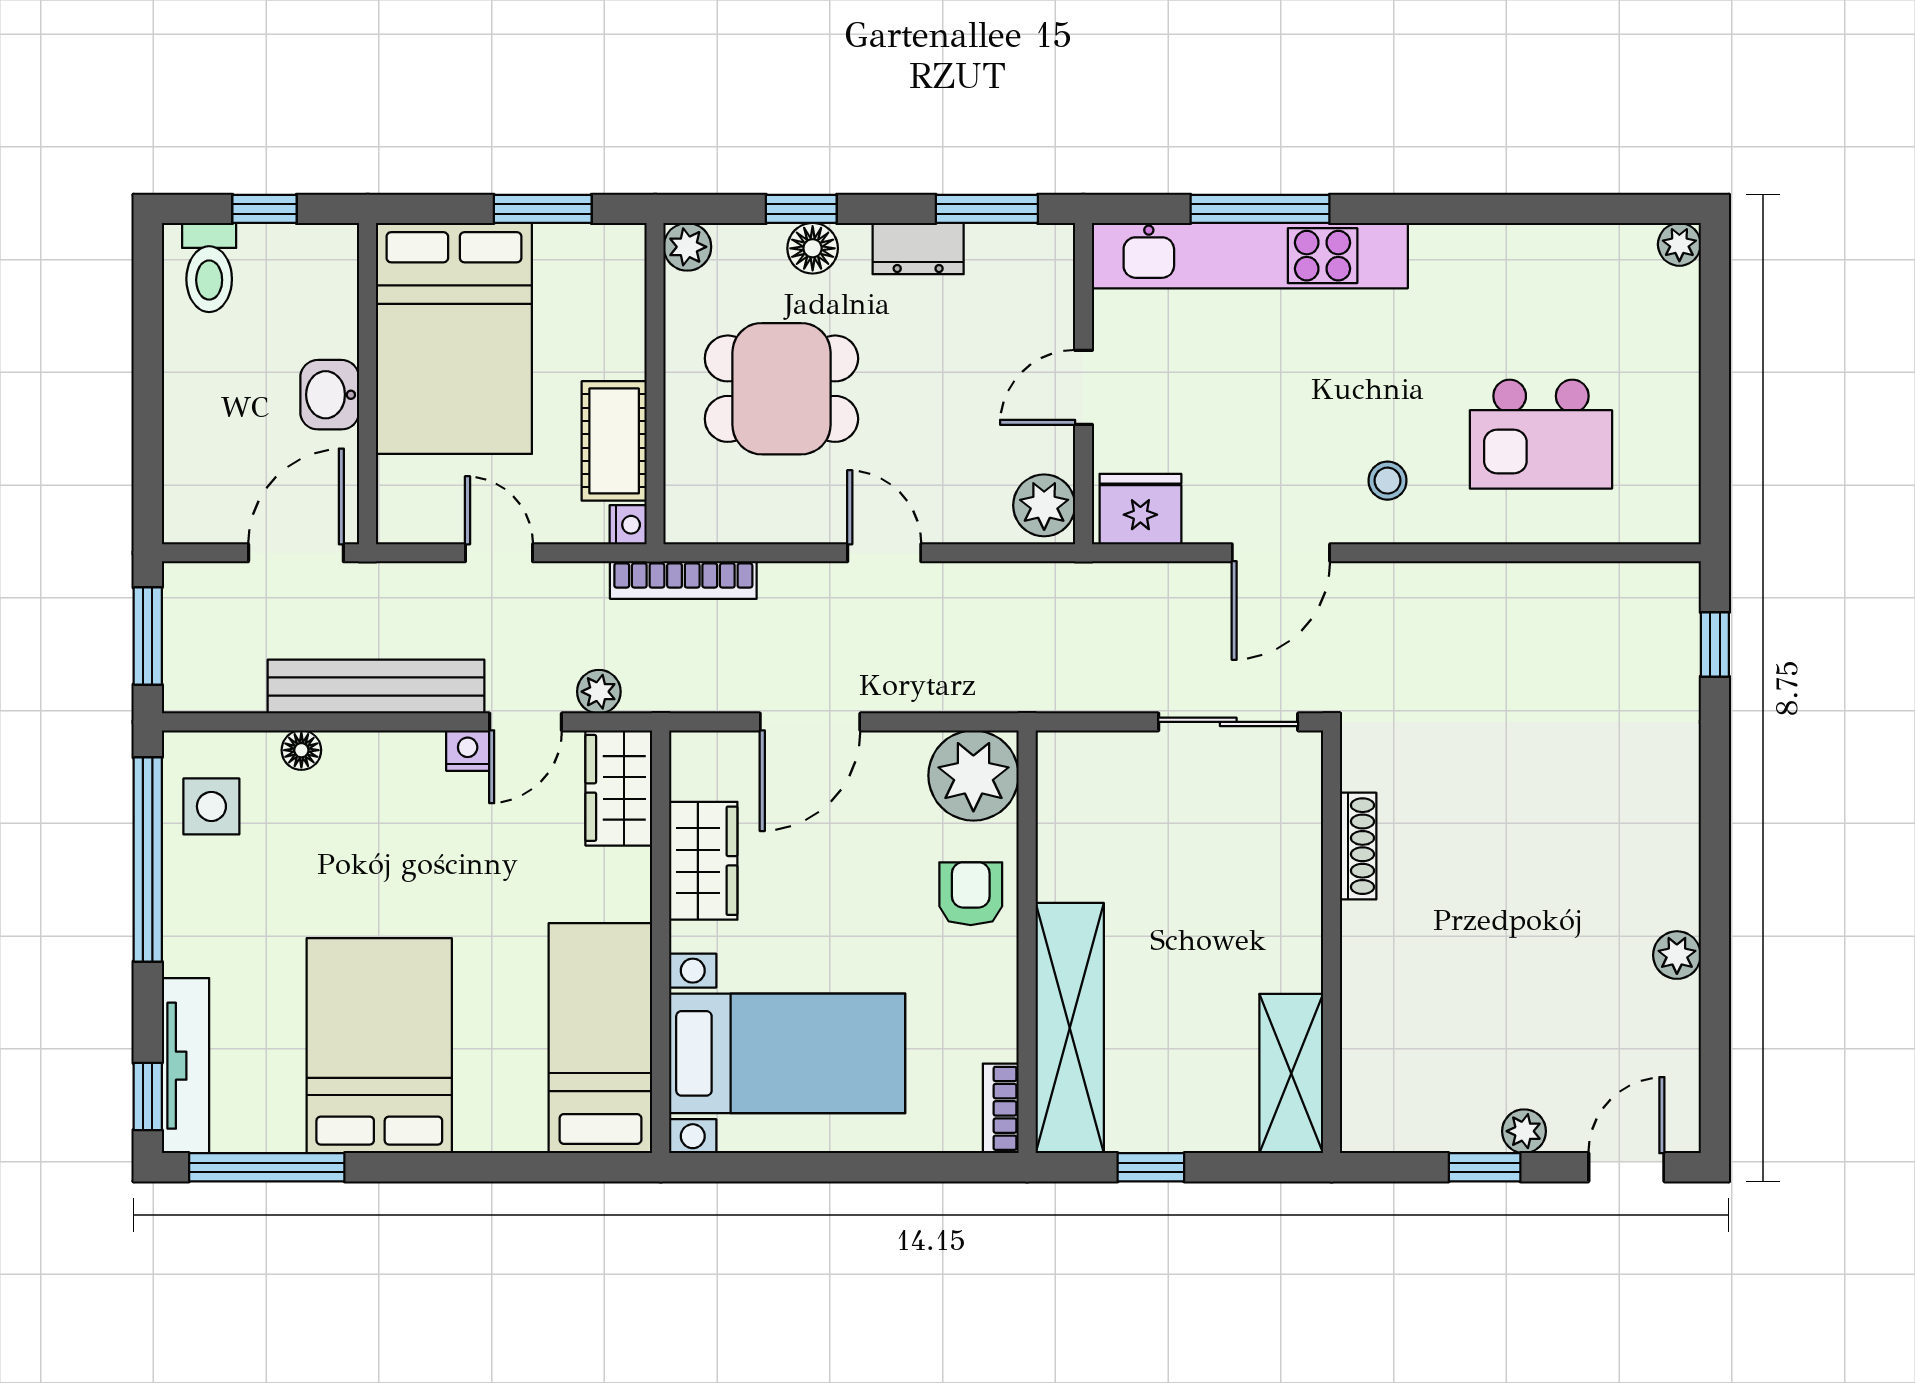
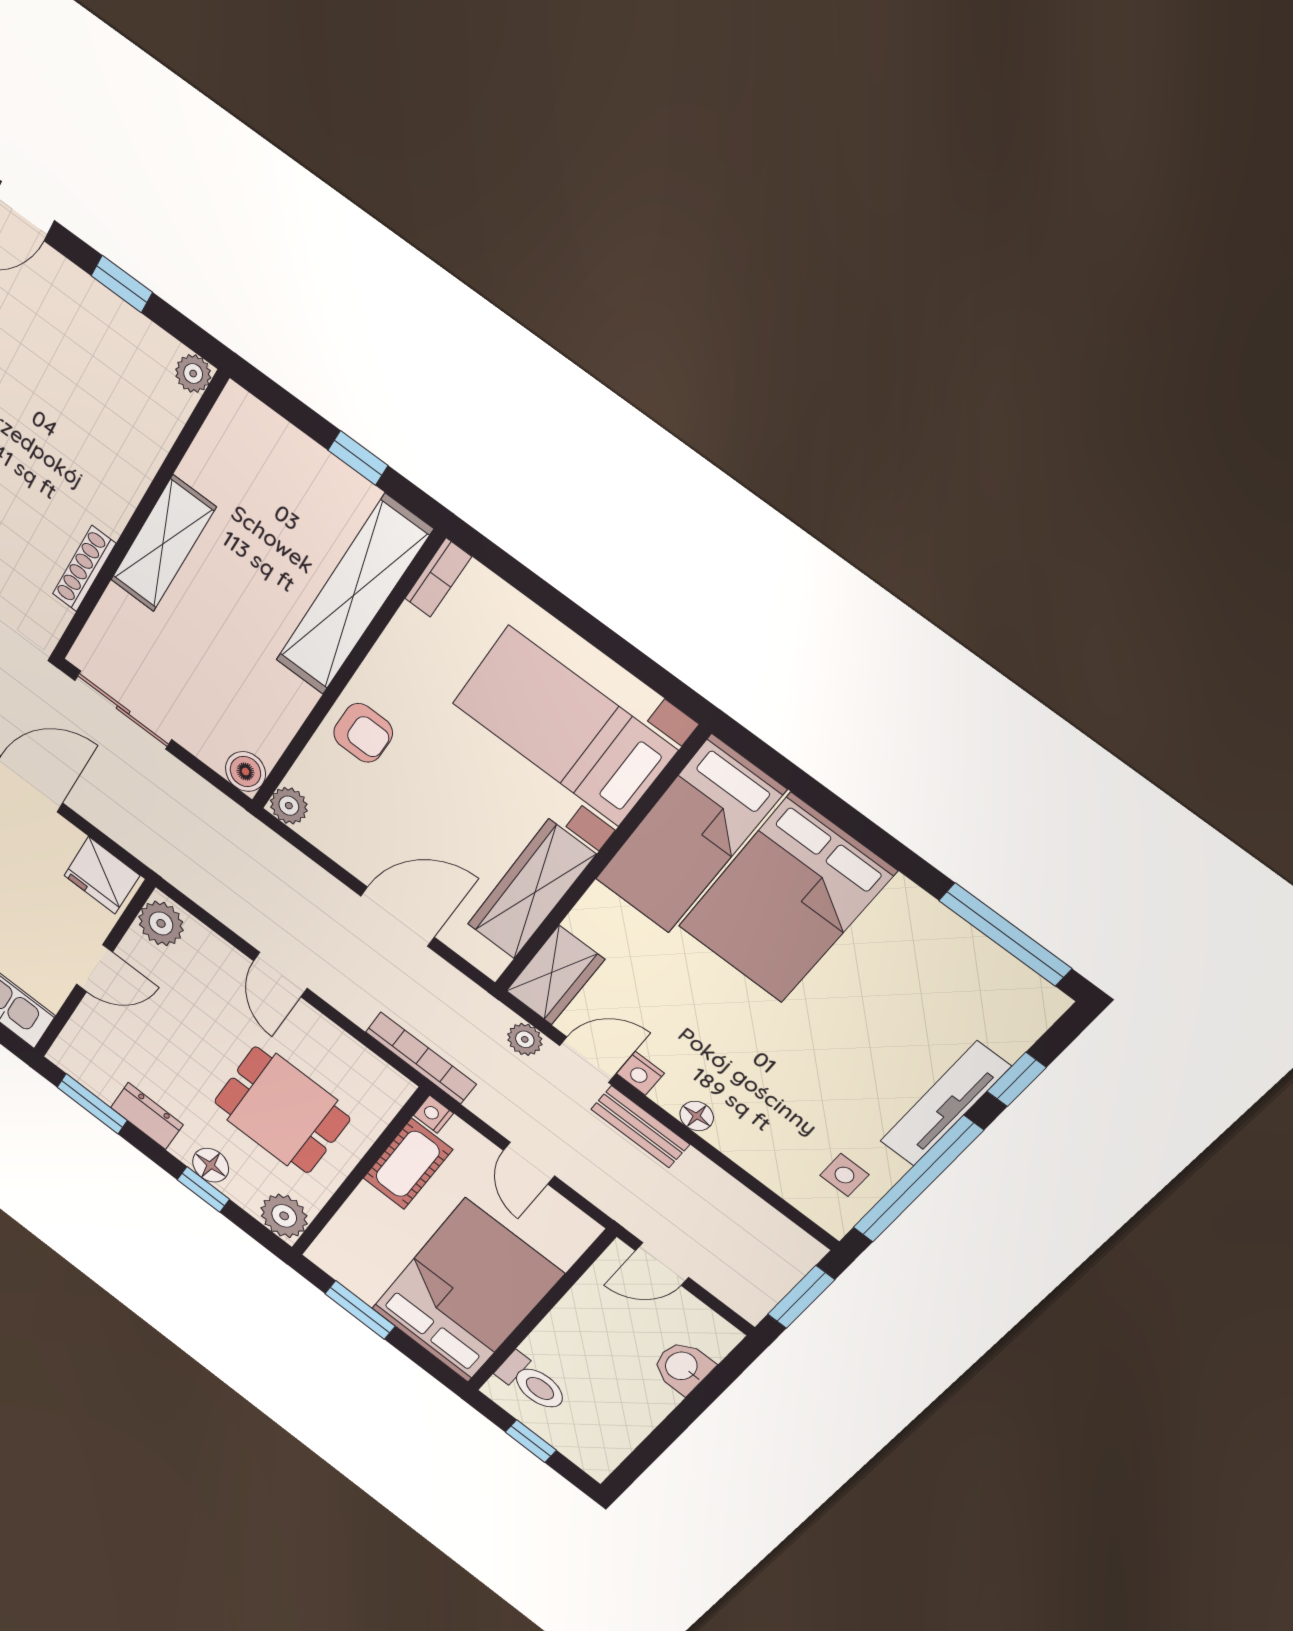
plant: (687, 247) -> (284, 1216), width x1.38, depth x1.38
toilet: (209, 268) -> (532, 1382), moved, turned 90
washbasin: (330, 395) -> (682, 1367), moved, turned 180
door: (296, 553) -> (662, 1264), width x0.73
bench: (376, 686) -> (640, 1127), width x0.54, depth x0.82
floor lamp: (301, 750) -> (697, 1116), moved
boiler: (1061, 756) -> (245, 772), added
plant: (973, 775) -> (289, 806), width x0.53, depth x0.53
side table: (211, 806) -> (844, 1175), width x0.73, depth x0.73
wardrobe: (703, 861) -> (531, 890), width x1.50
armchair: (971, 894) -> (363, 733), turned -90
bed: (379, 1046) -> (786, 899), moved
tv unit: (185, 1066) -> (945, 1104), moved
shelving: (1291, 1073) -> (163, 544), moved
window: (148, 1097) -> (1017, 1079), moved
plant: (1524, 1131) -> (193, 374), moved

